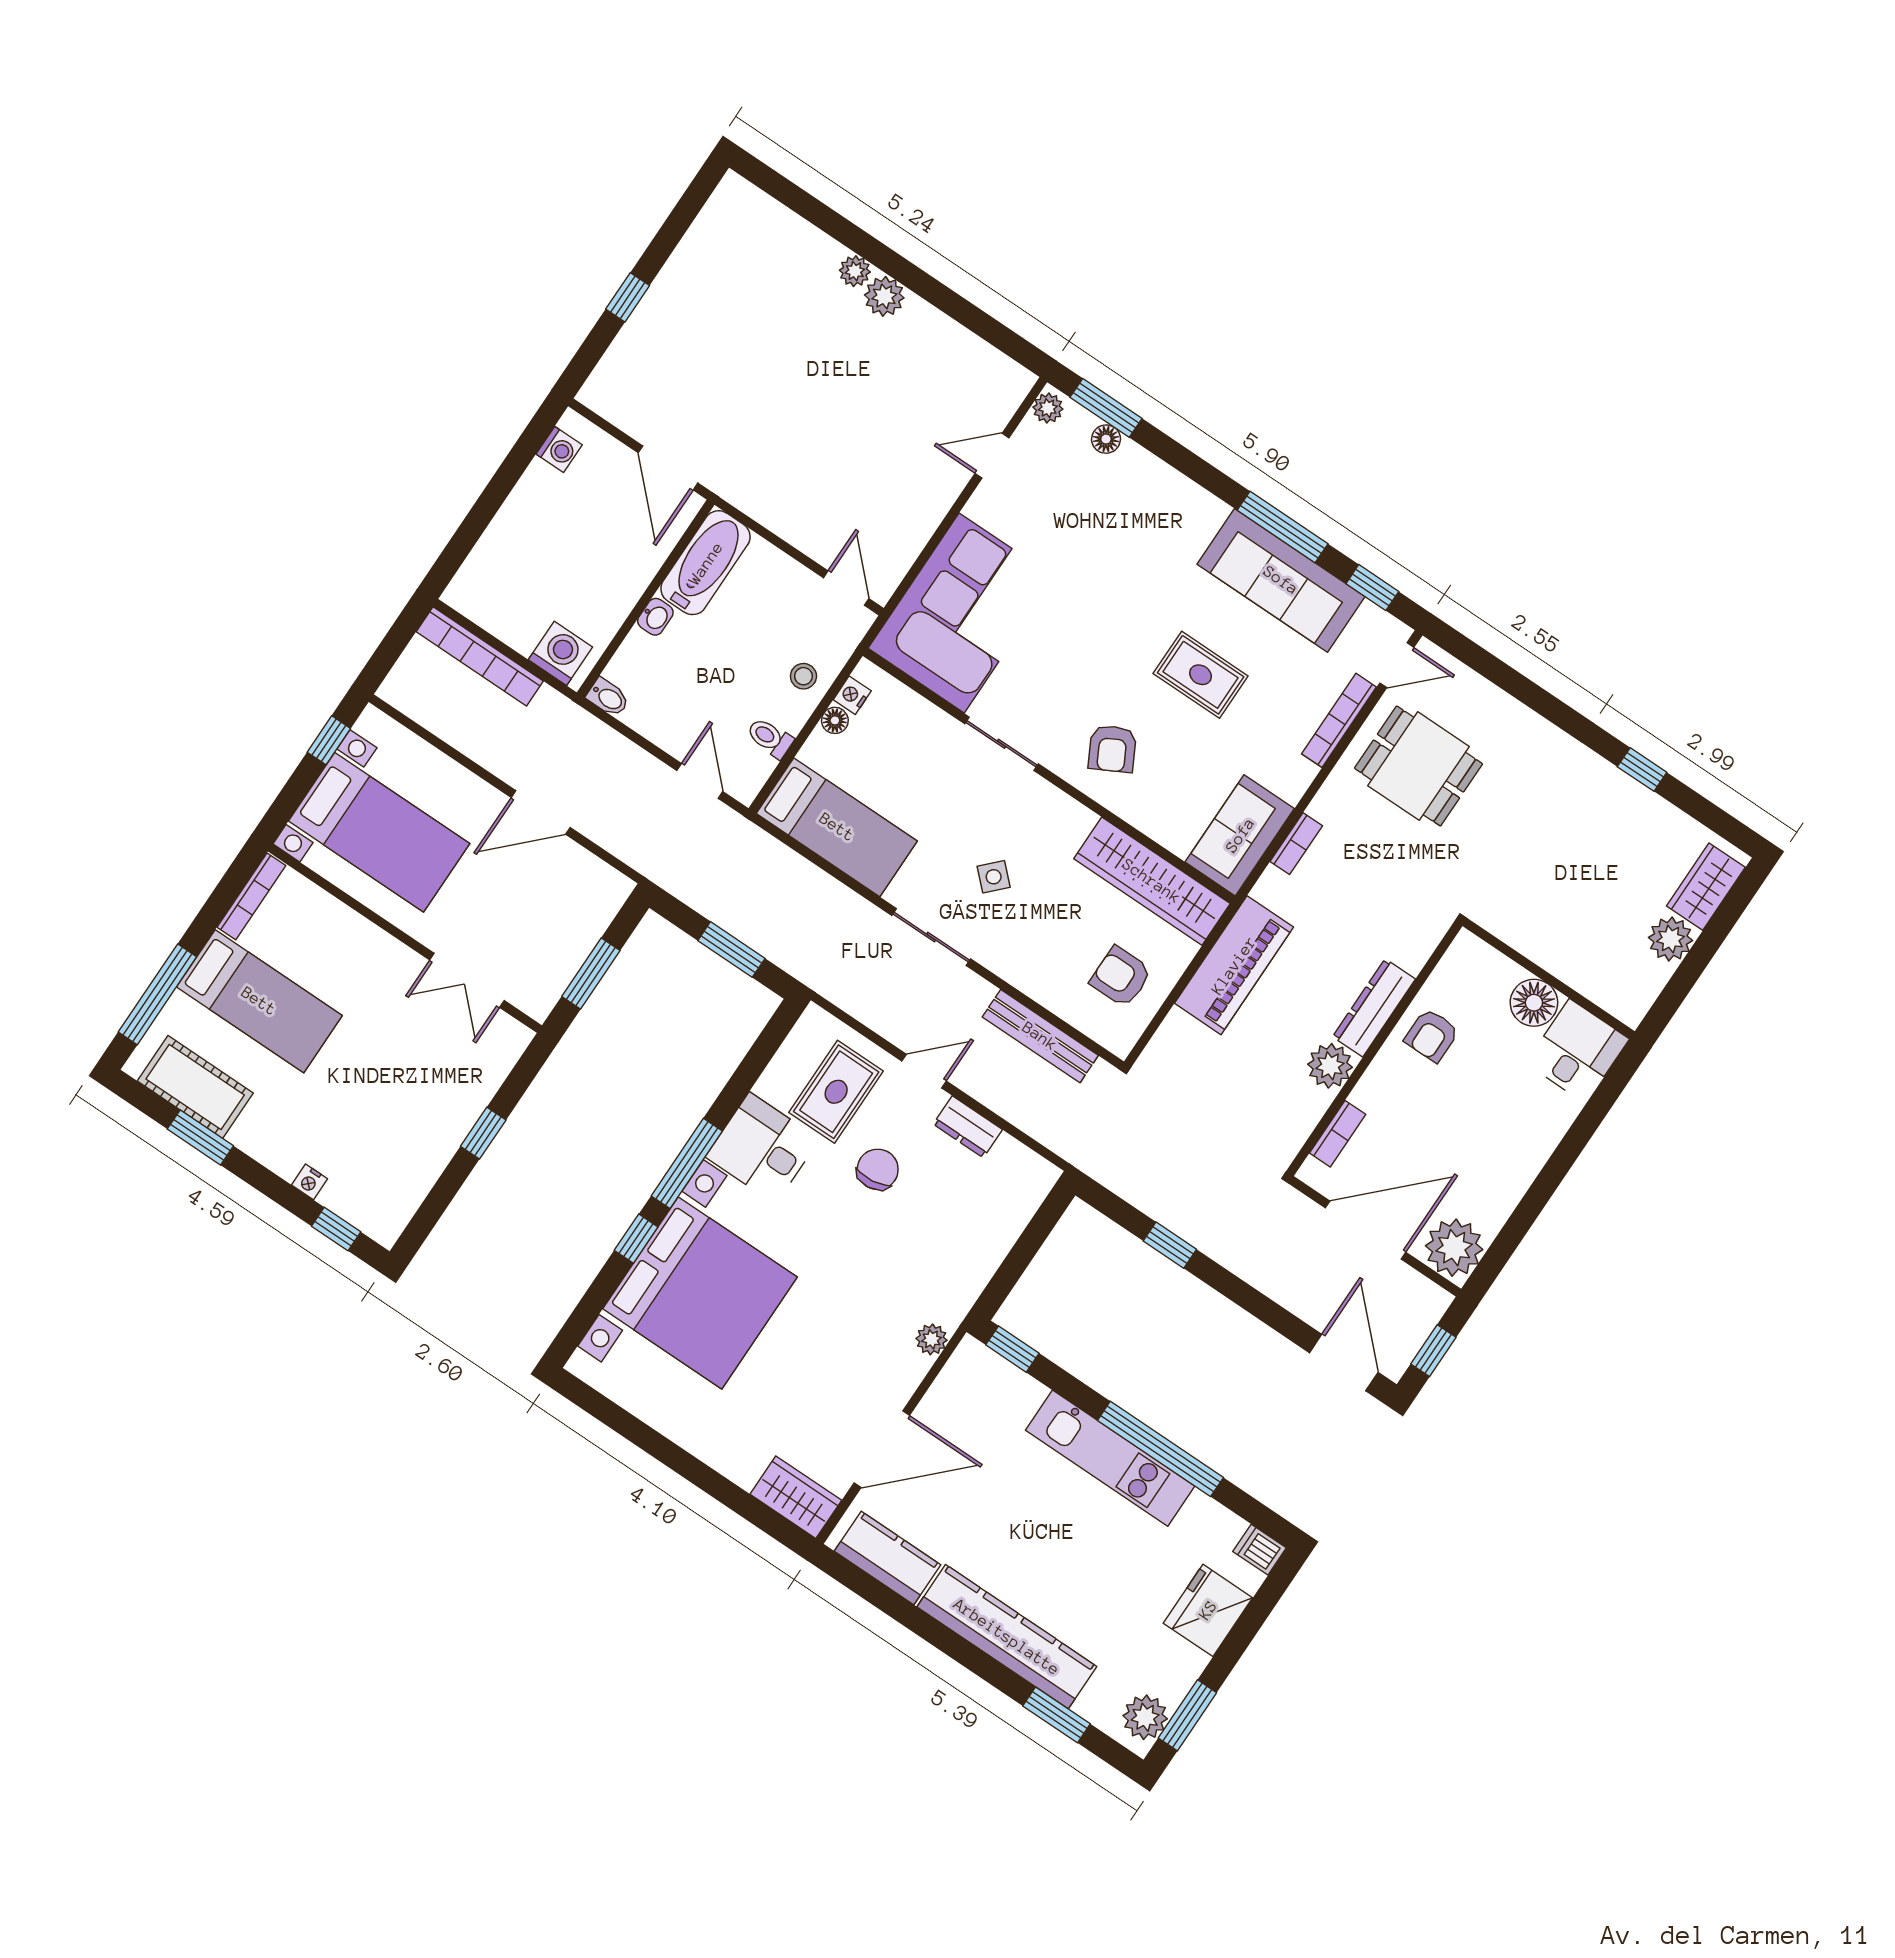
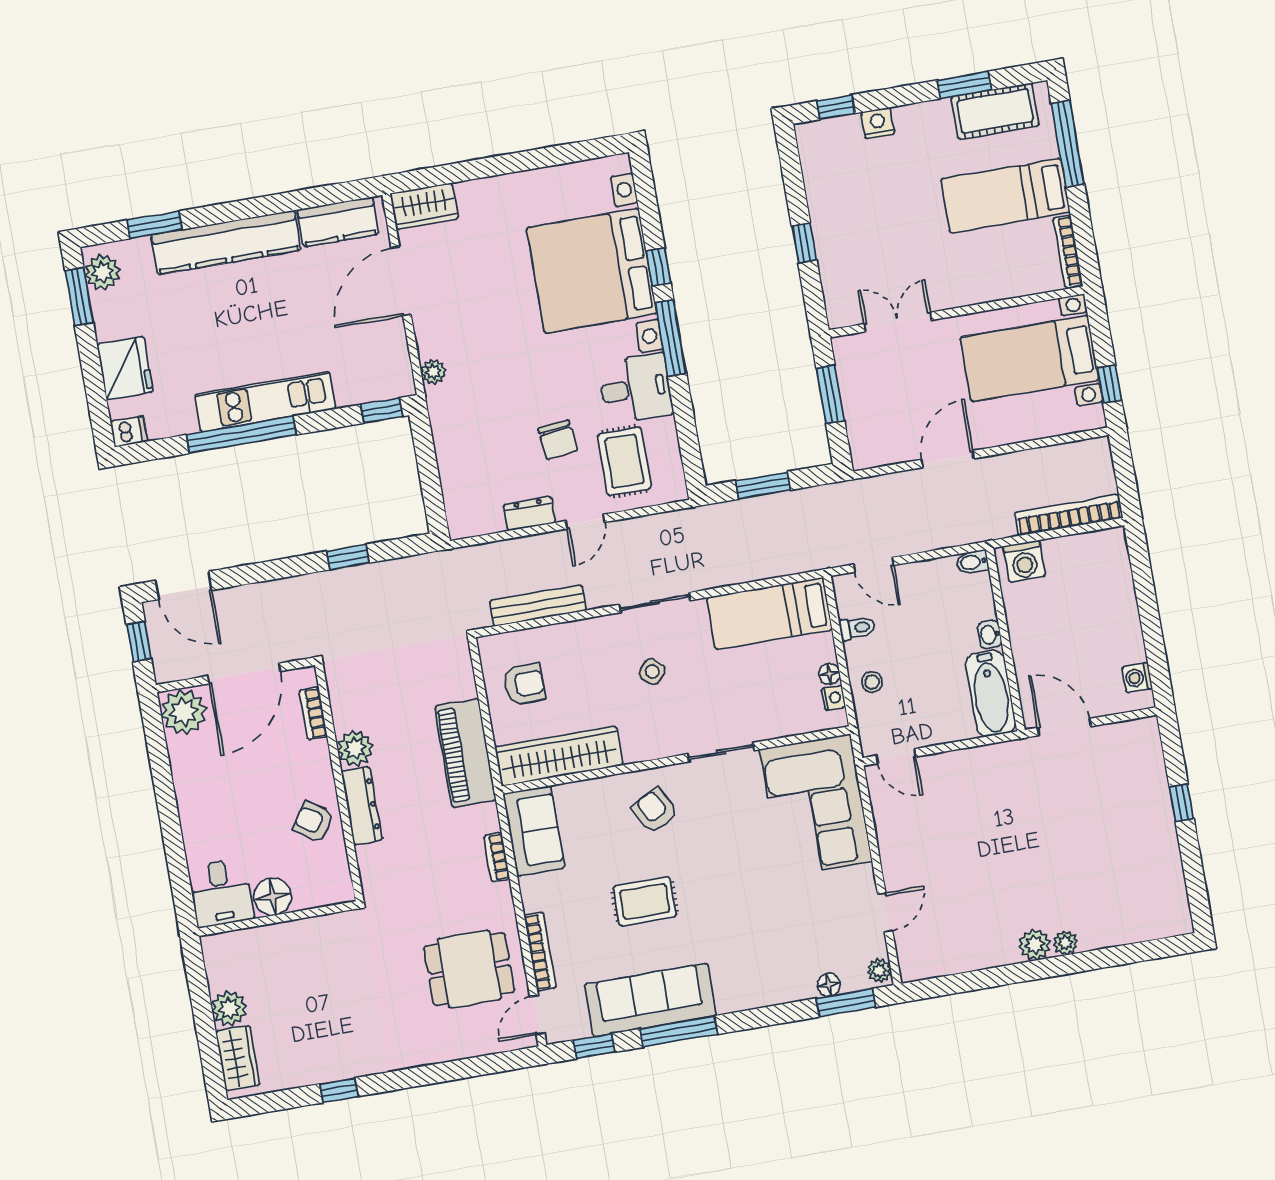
armchair: (1432, 1035) -> (313, 822), turned -56
nightstand: (309, 1182) -> (878, 123), width x1.39, depth x1.35

